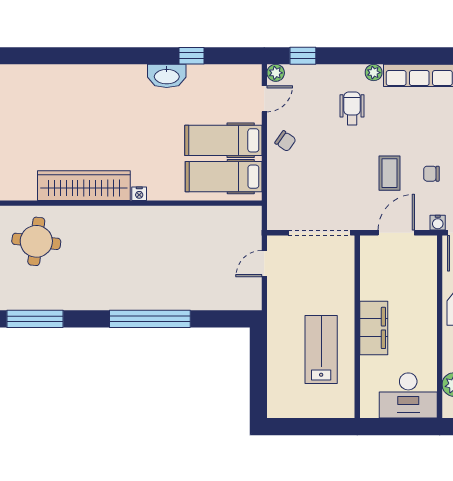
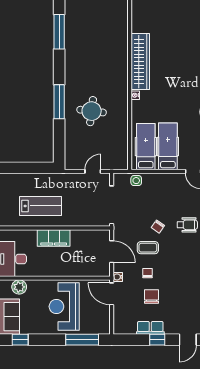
chair: (285, 141) -> (158, 227), moved
side table: (279, 192) -> (136, 181), added
round table: (36, 241) -> (92, 111), moved
door: (264, 264) -> (93, 171), hinge flipped
window: (150, 319) -> (59, 102), width x0.68

